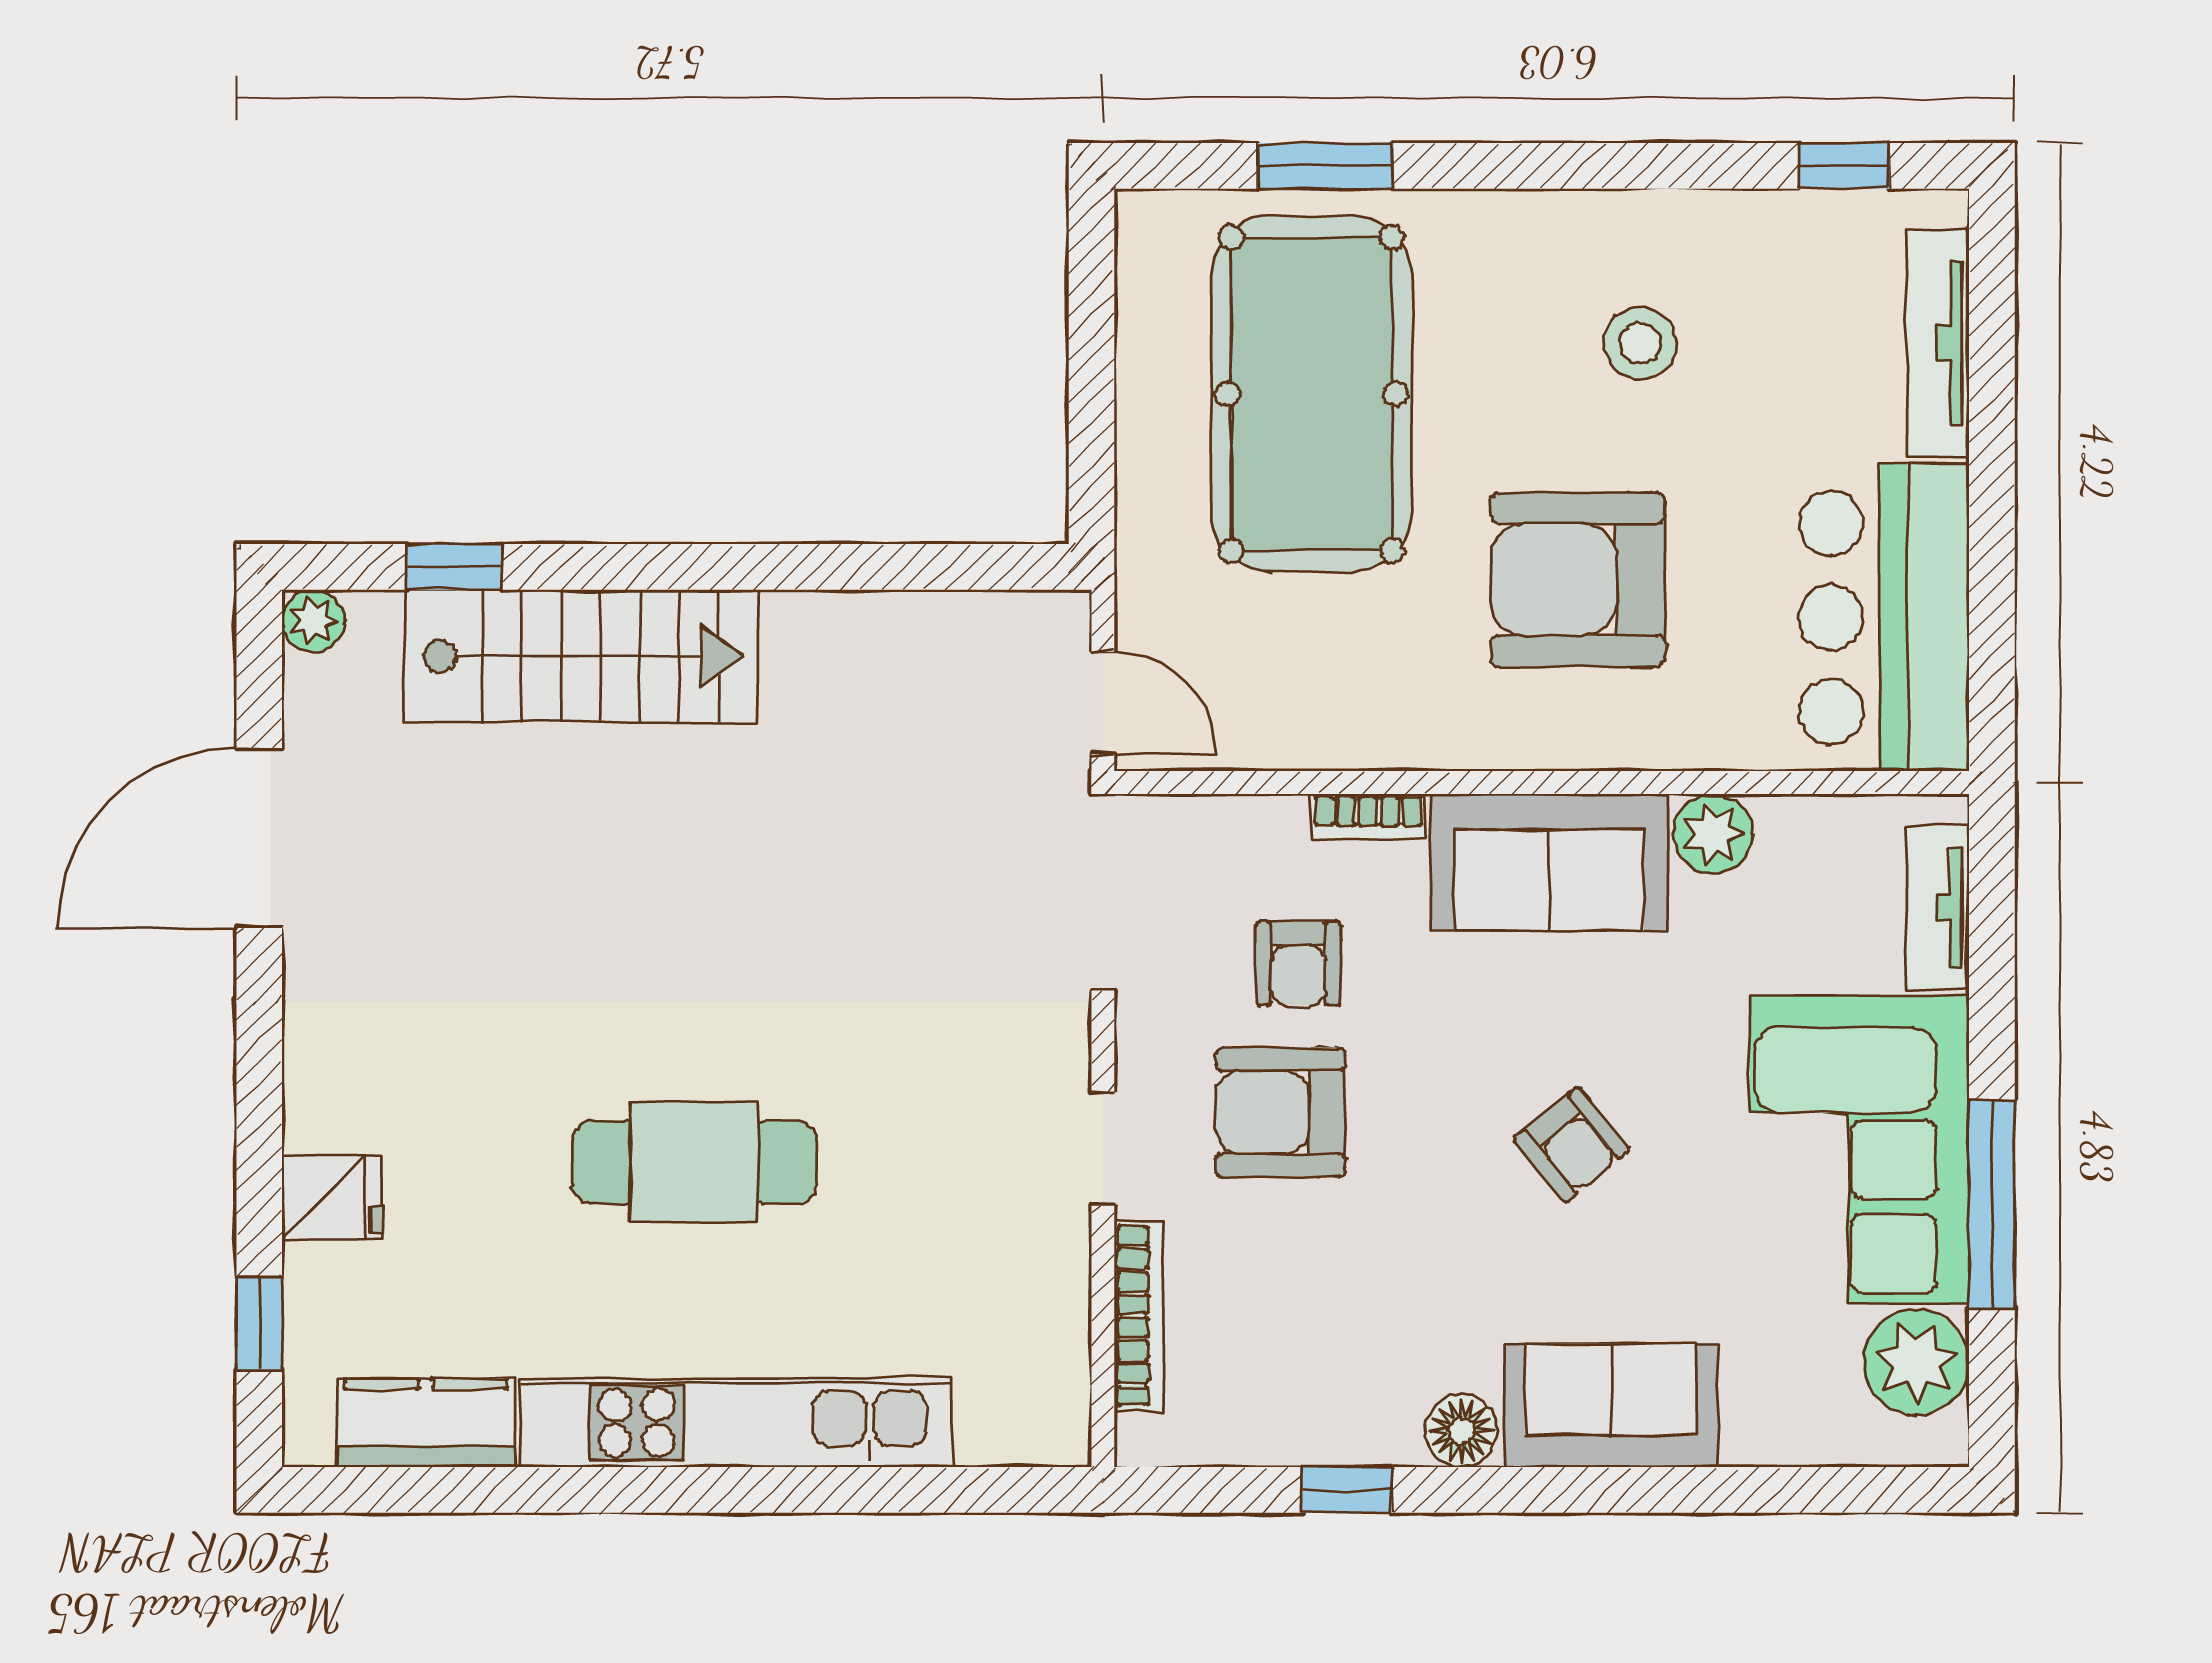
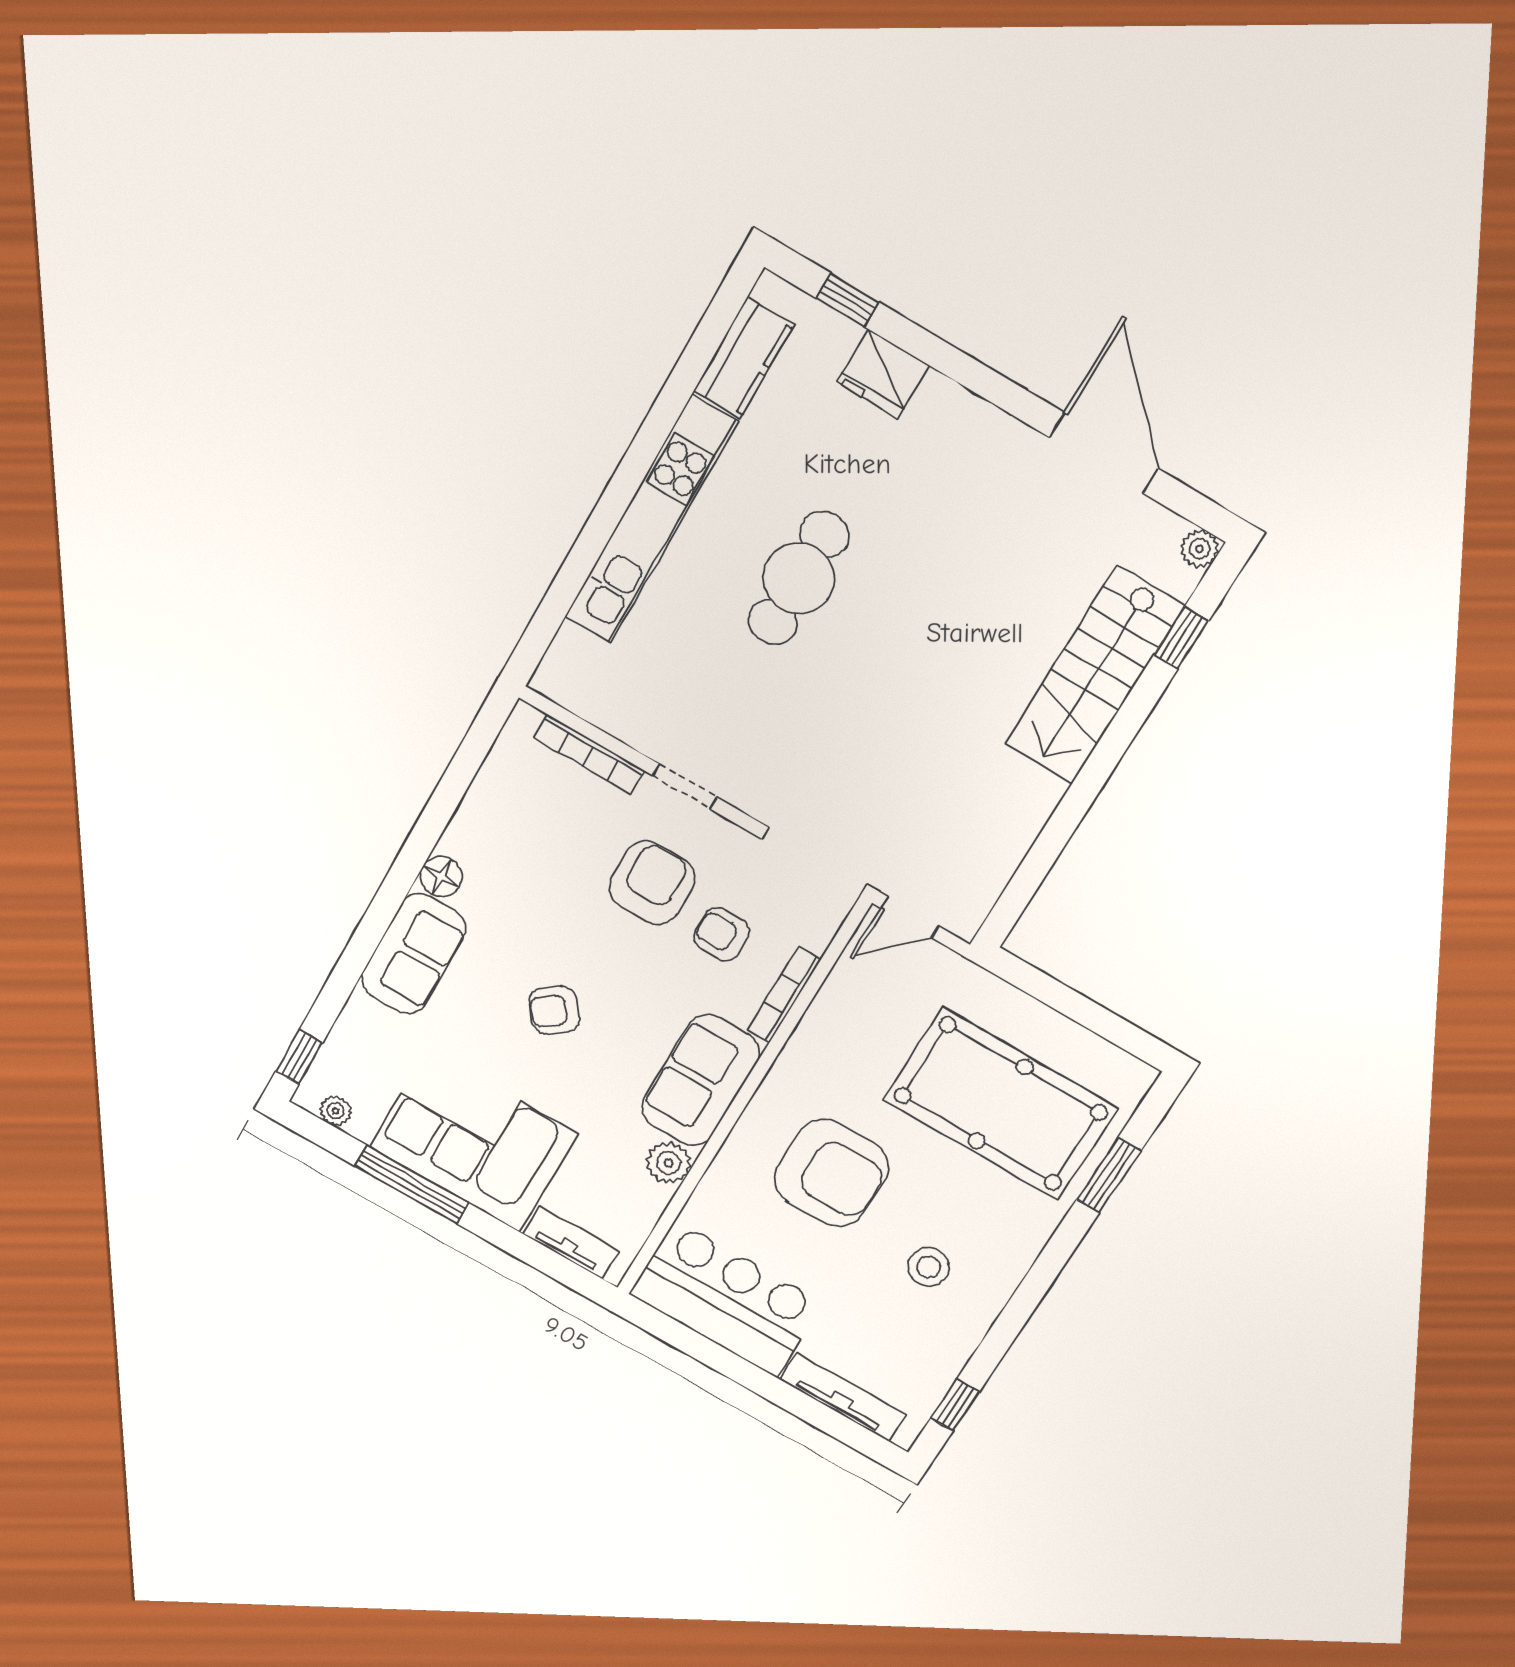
armchair: (1578, 580) -> (831, 1173), turned 90
bookcase: (1368, 817) -> (784, 994), width x1.56
fridge: (332, 1198) -> (883, 374), width x1.38
plant: (1916, 1362) -> (336, 1111), width x0.53, depth x0.53
window: (1347, 1490) -> (299, 1057), moved

